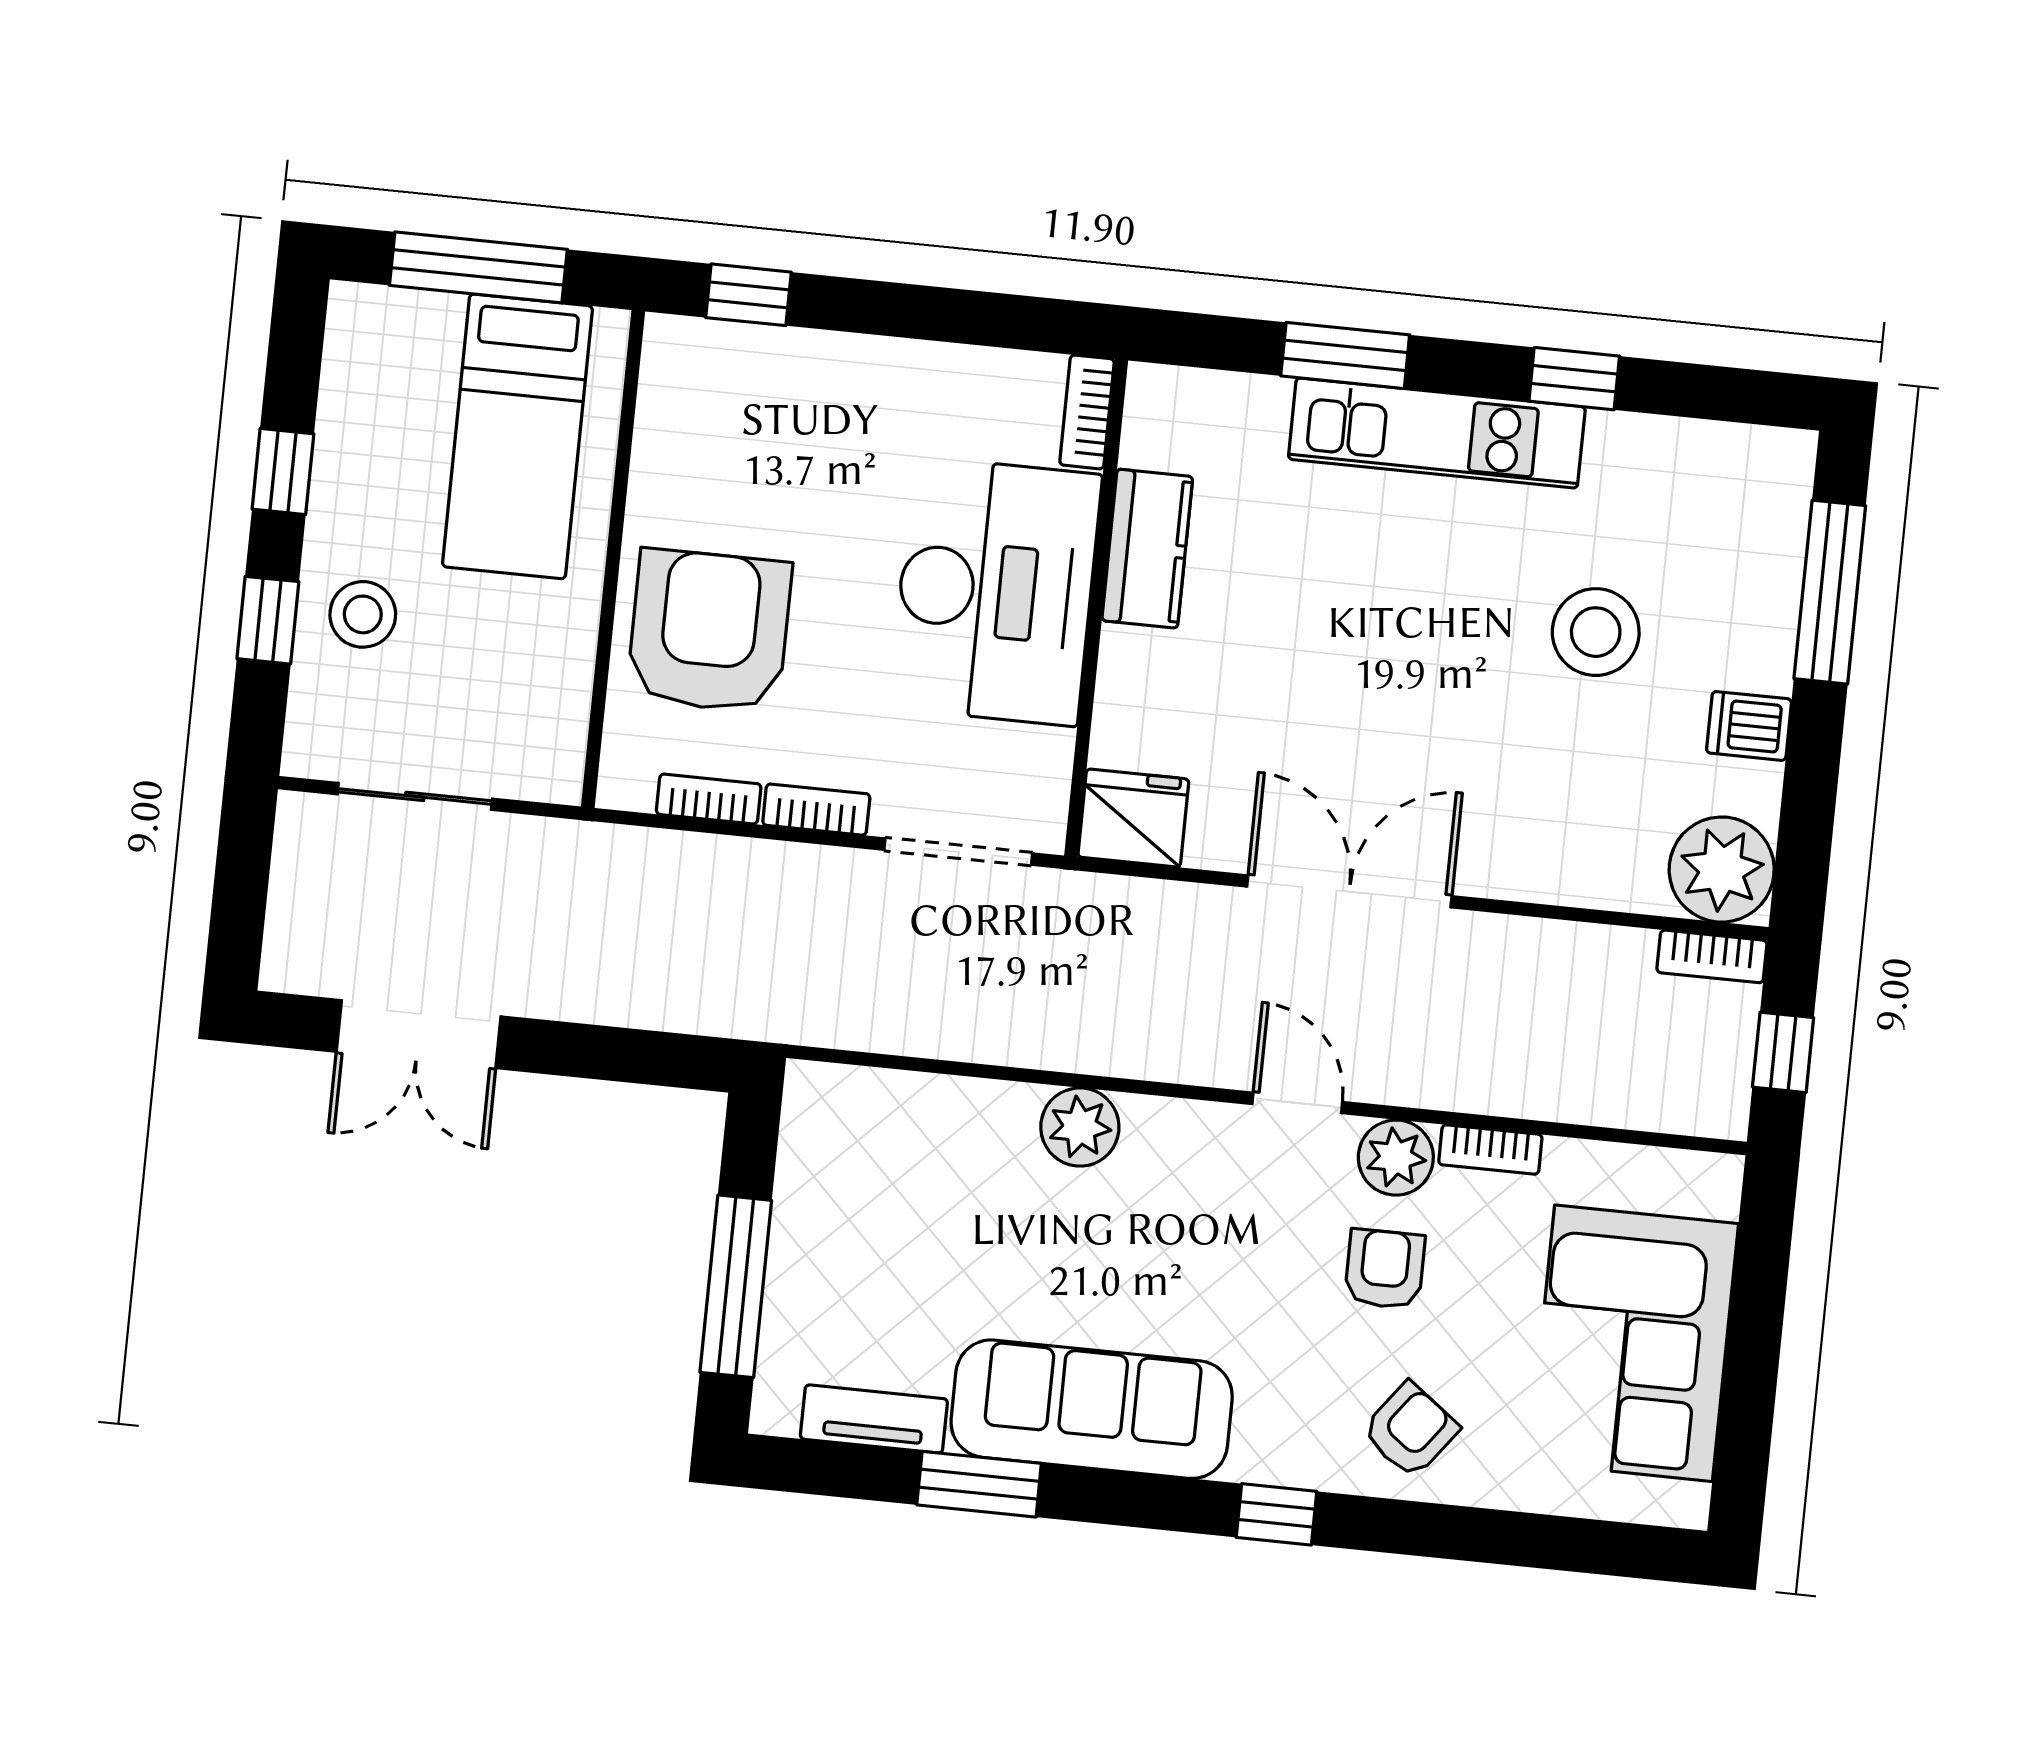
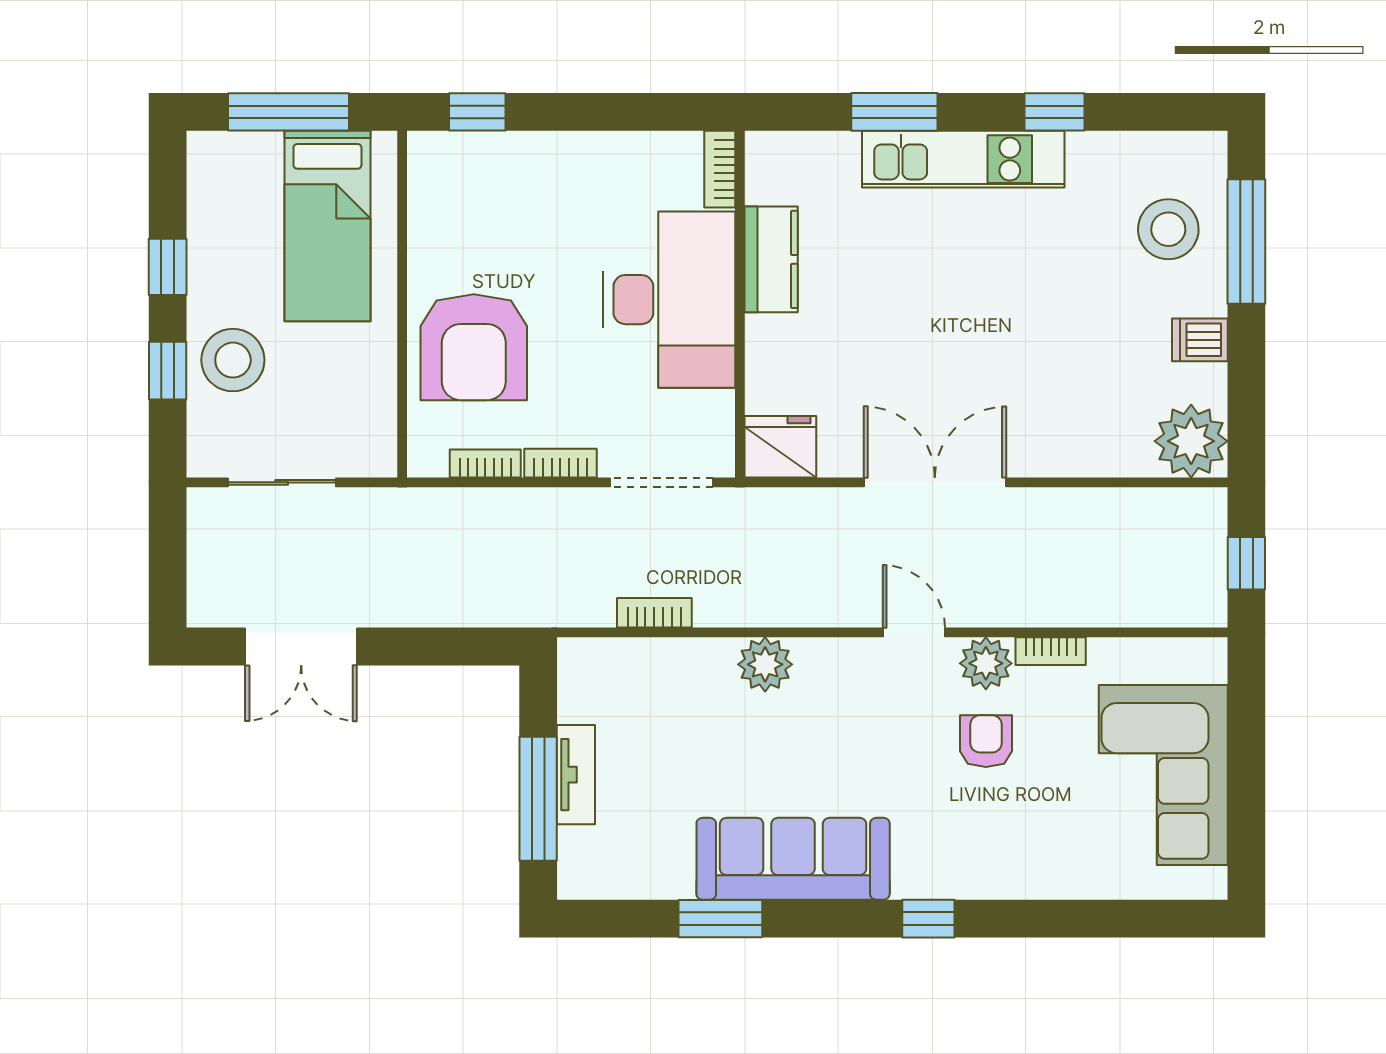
stool: (363, 614) -> (233, 360), width x1.38, depth x1.38
armchair: (709, 631) -> (474, 347), turned 180
stool: (1596, 632) -> (1168, 229), moved
bookcase: (1712, 956) -> (654, 613), moved, turned 180
tv unit: (874, 1419) -> (576, 775), moved, turned 90
armchair: (1410, 1430) -> (1015, 851), removed

